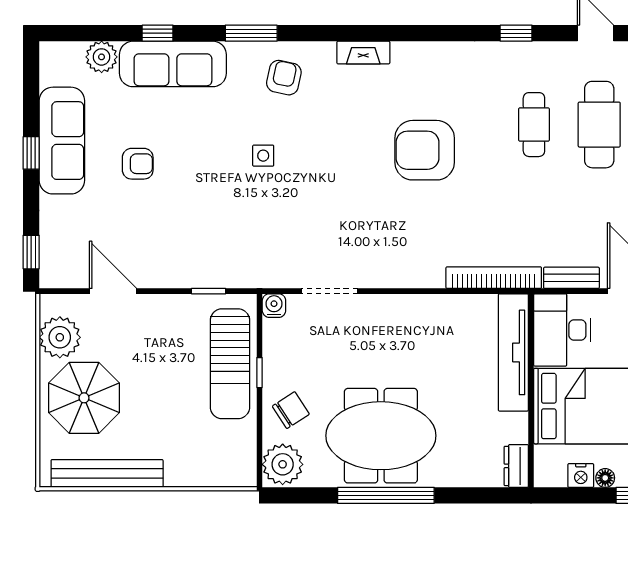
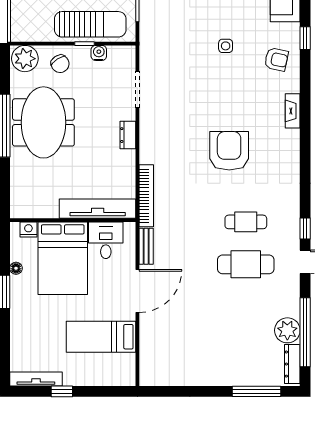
window: (251, 33) -> (305, 38), width x0.67
window: (516, 33) -> (305, 229), moved
water cooler: (274, 306) -> (99, 53), moved, turned -90
desk: (562, 330) -> (106, 240), width x0.73
sun lounger: (230, 364) -> (90, 24), turned 180
dresser: (516, 466) -> (128, 135), moved, turned -90
nightstand: (581, 475) -> (28, 229), moved, turned 90

